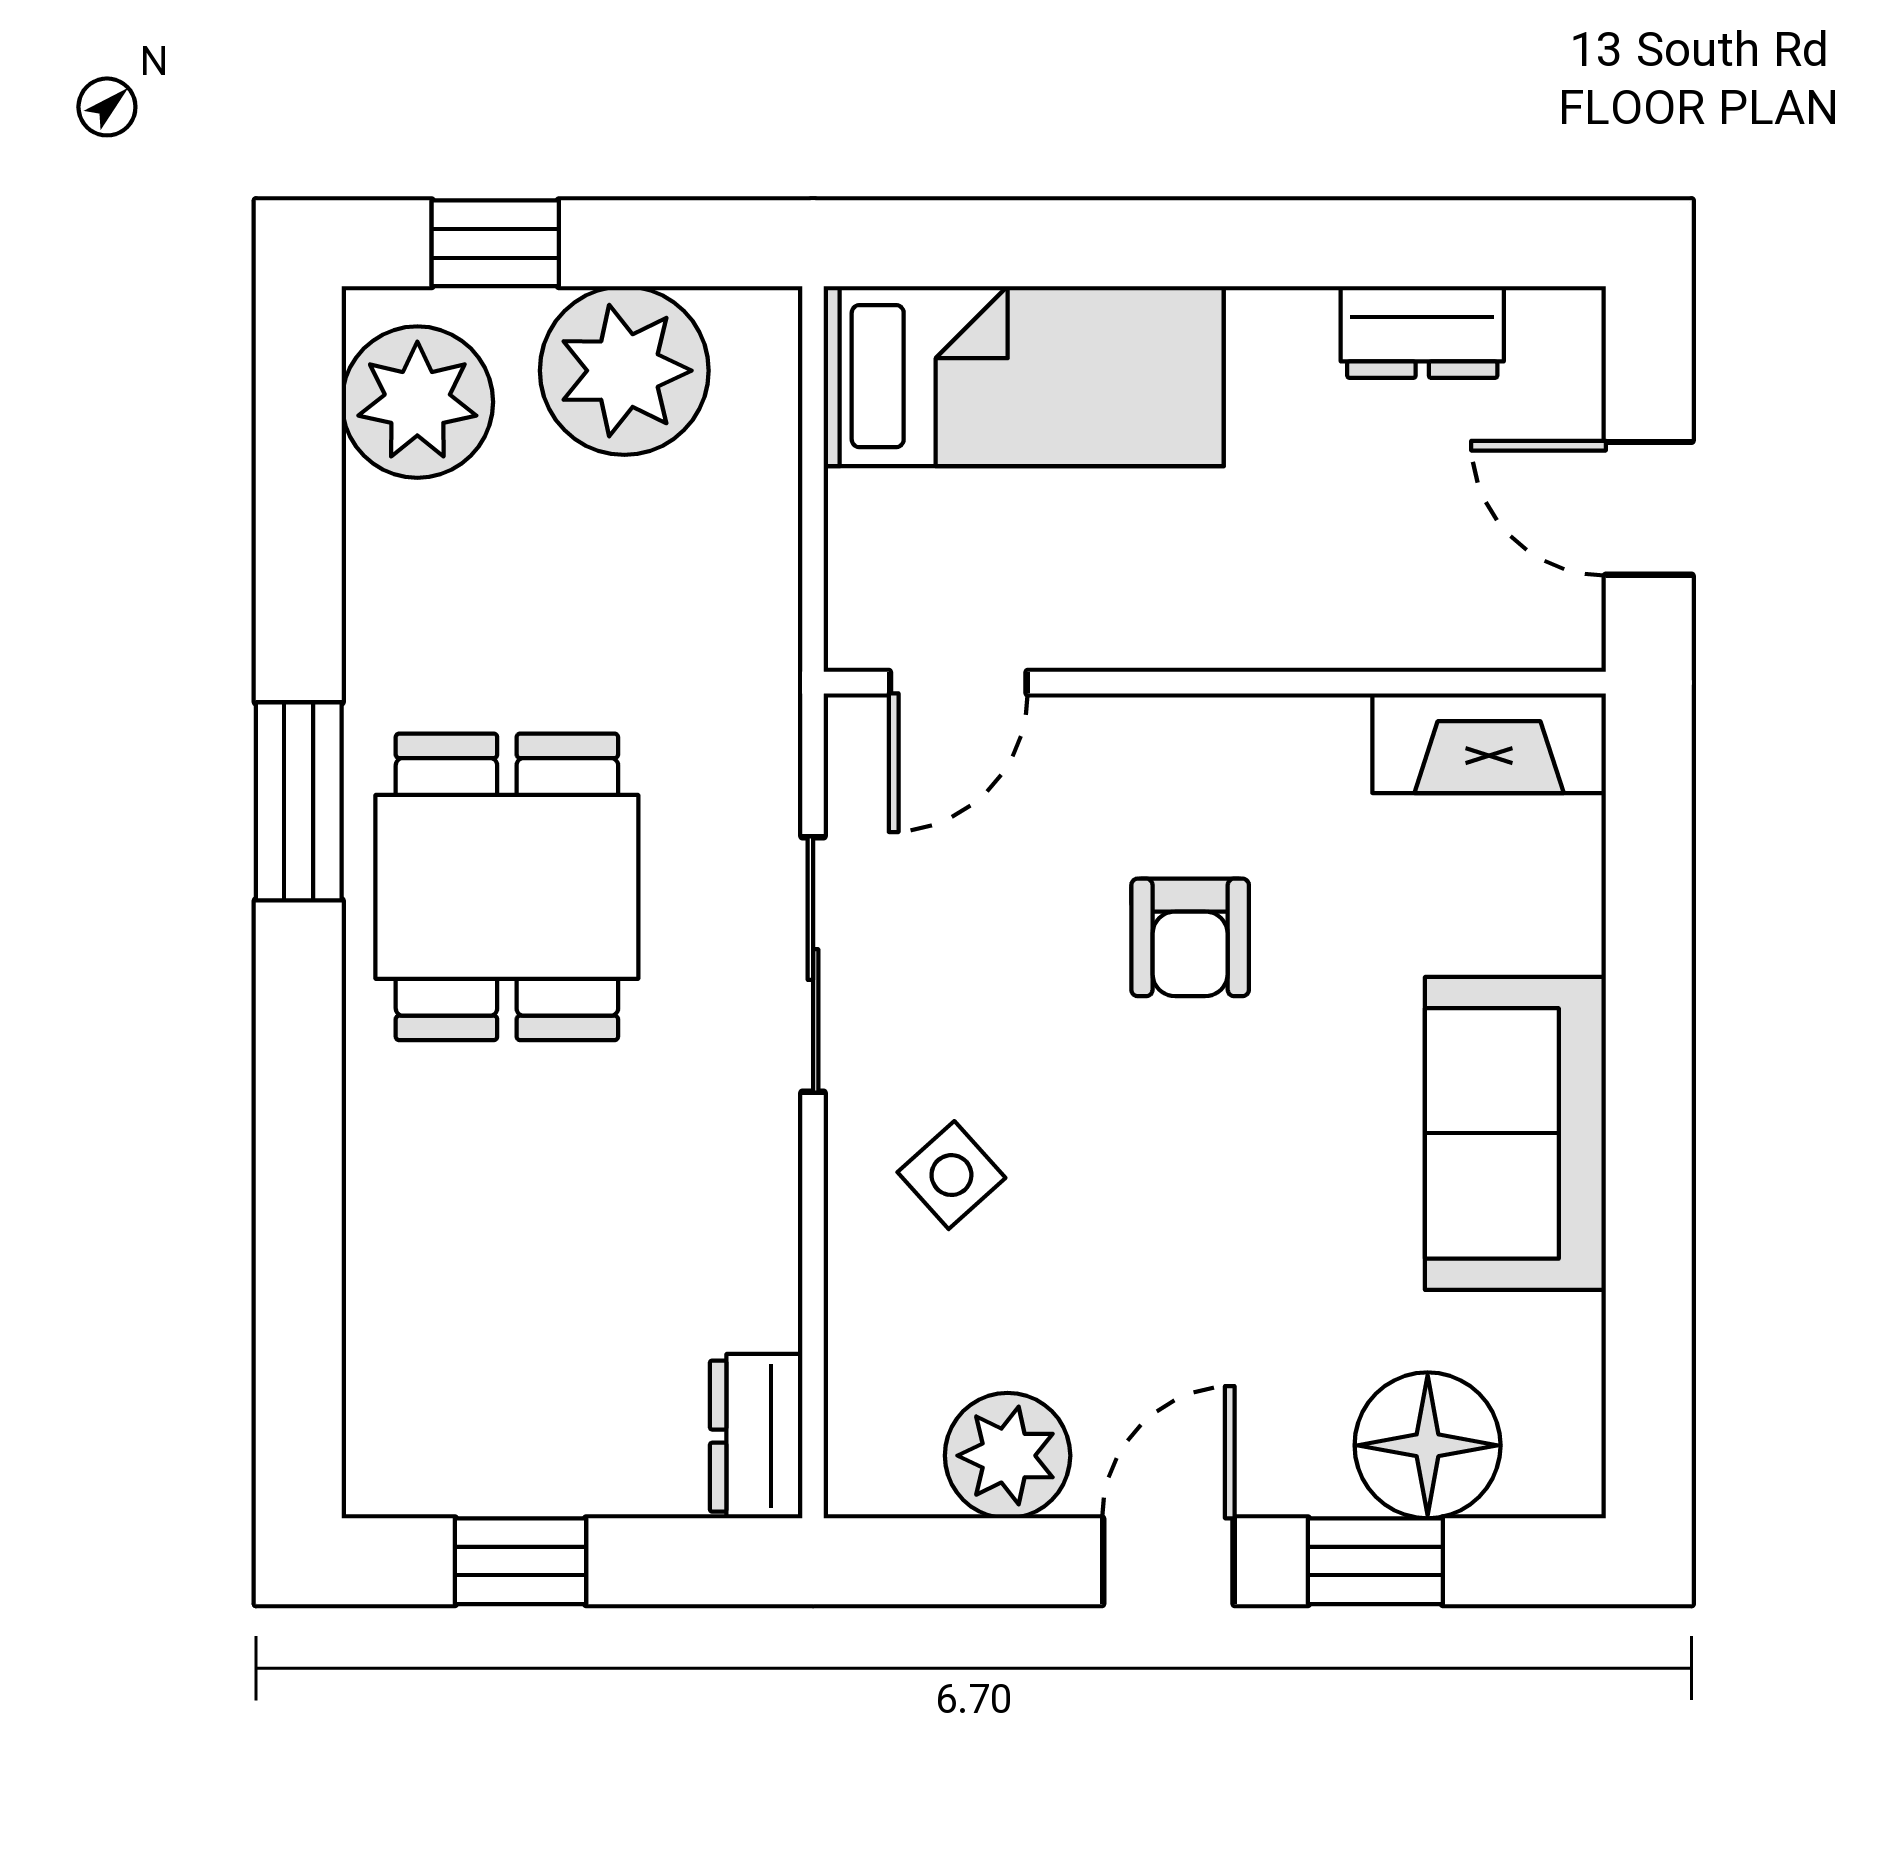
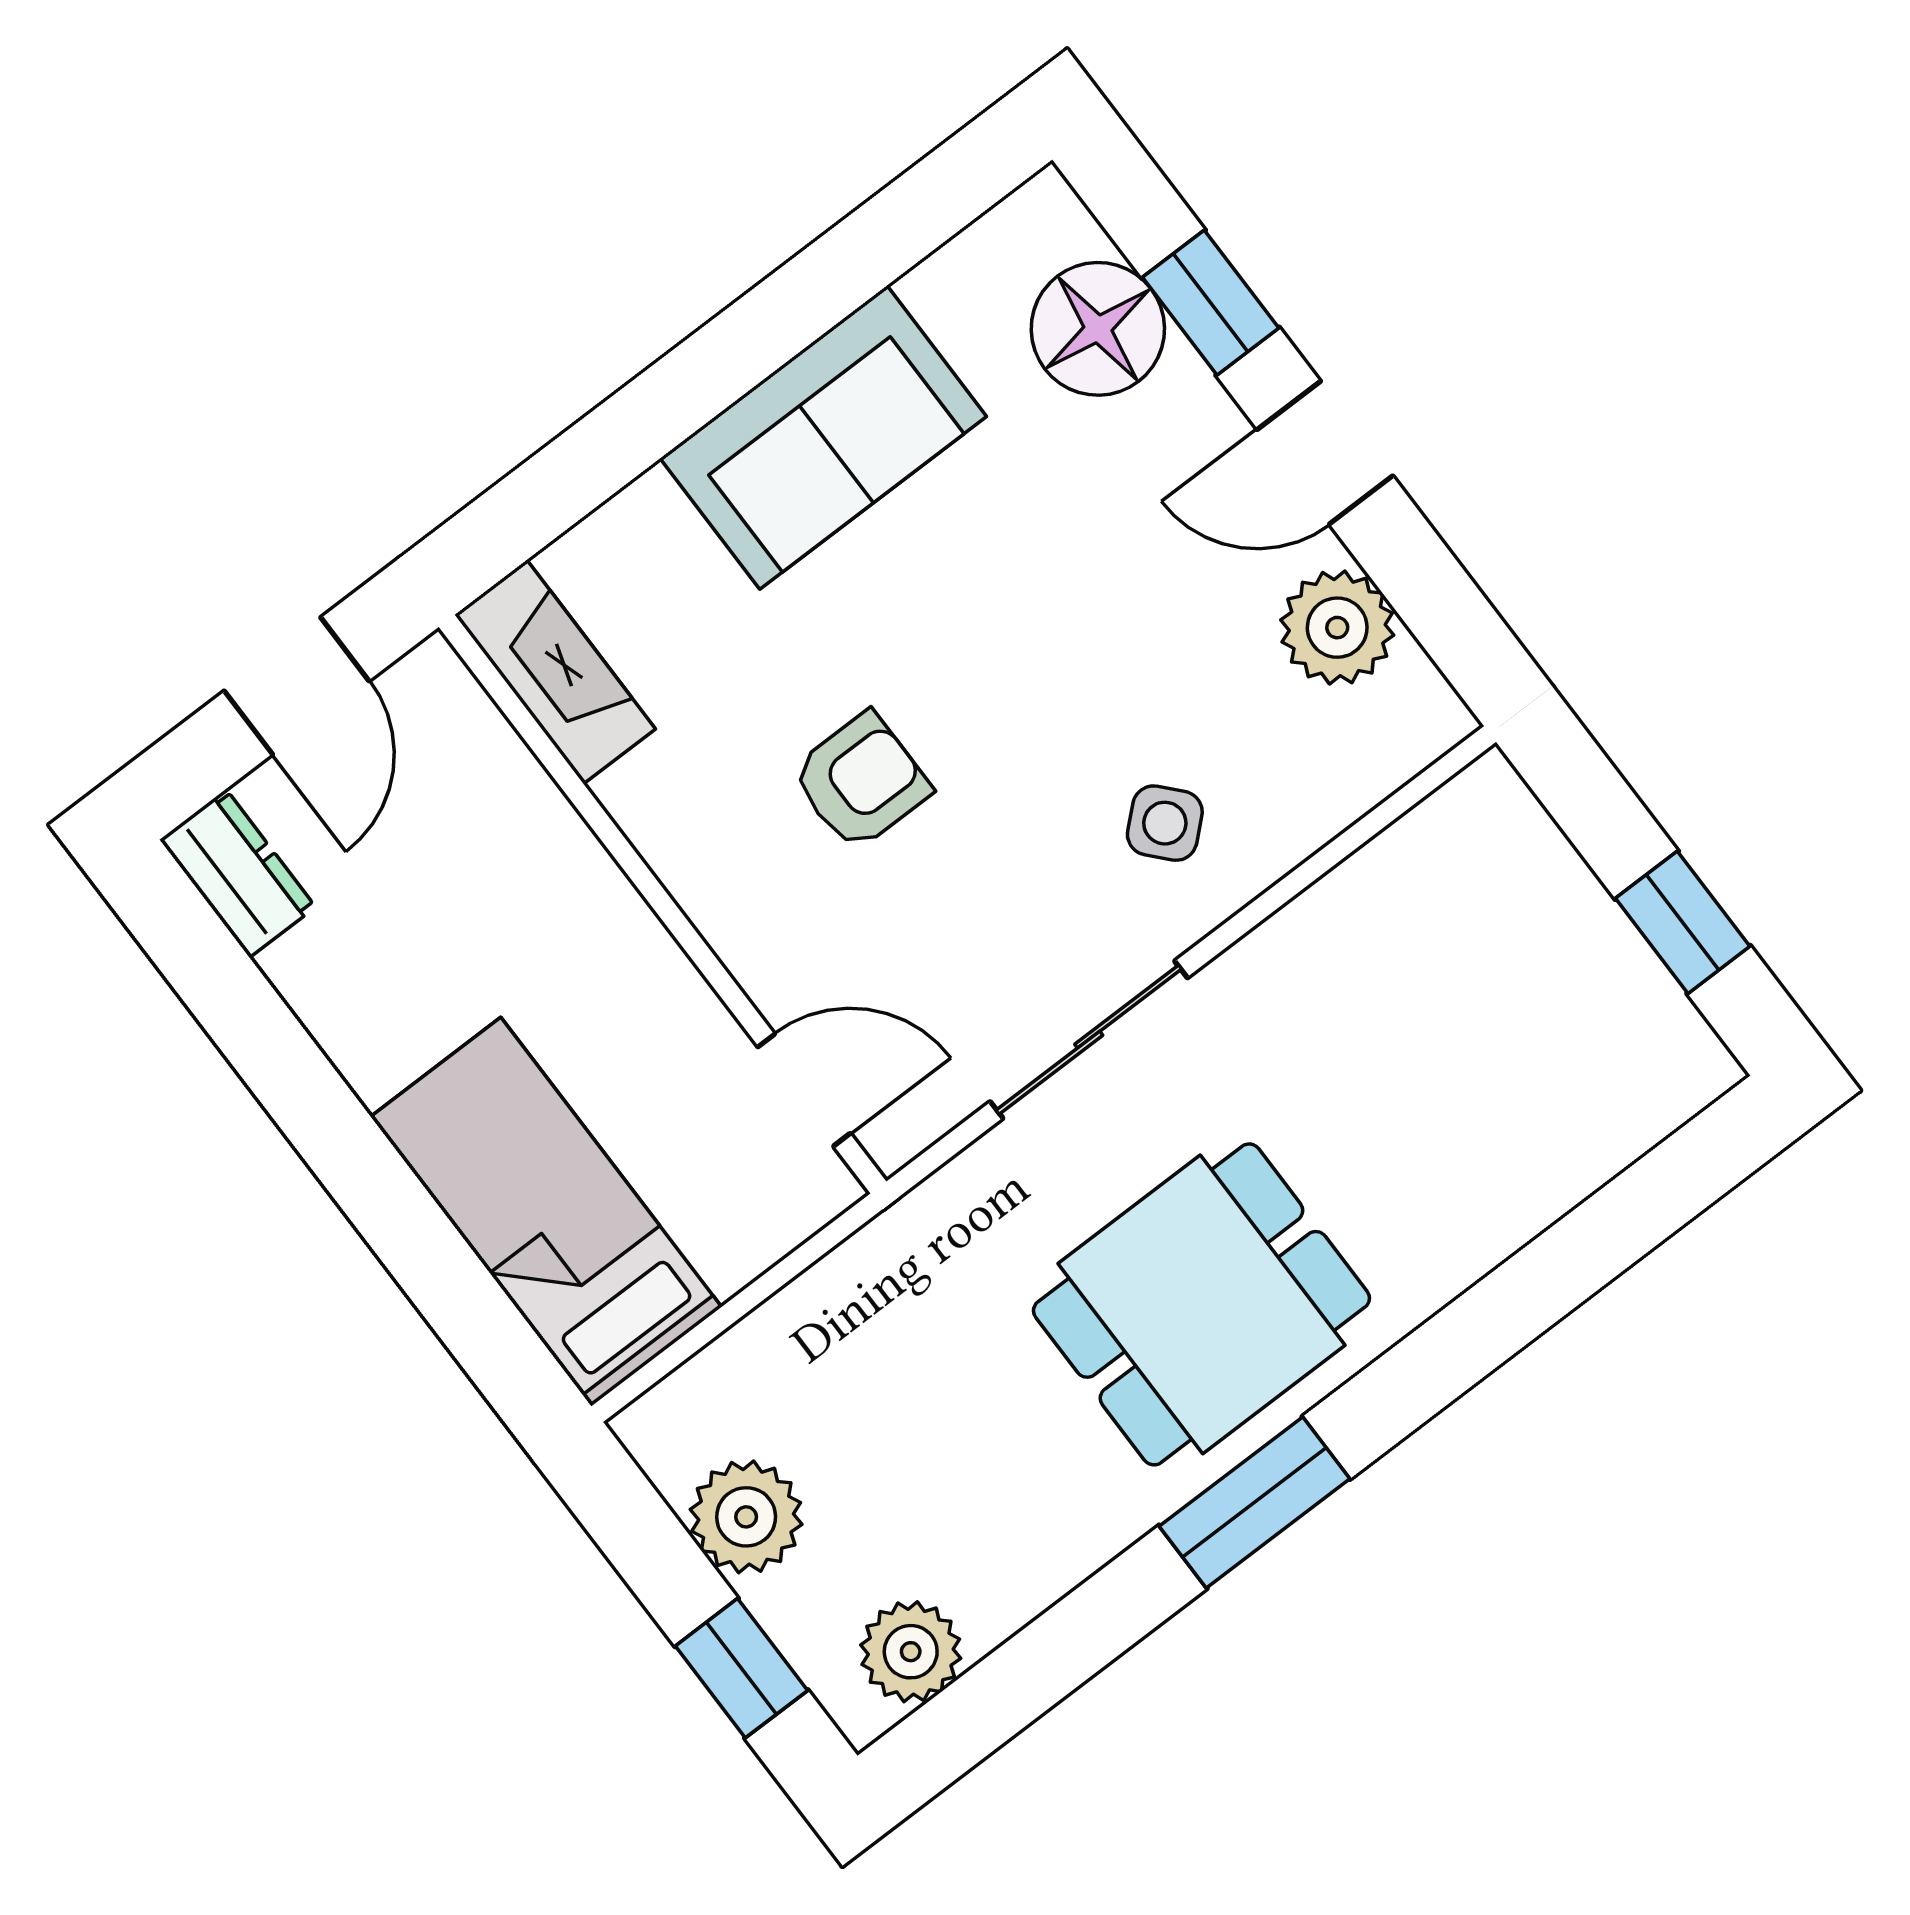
dresser: (1422, 332) -> (238, 873), moved
plant: (624, 371) -> (746, 1517), width x0.73, depth x0.73
plant: (417, 402) -> (911, 1652), width x0.73, depth x0.73
dresser: (756, 1436) -> (1462, 821), removed

